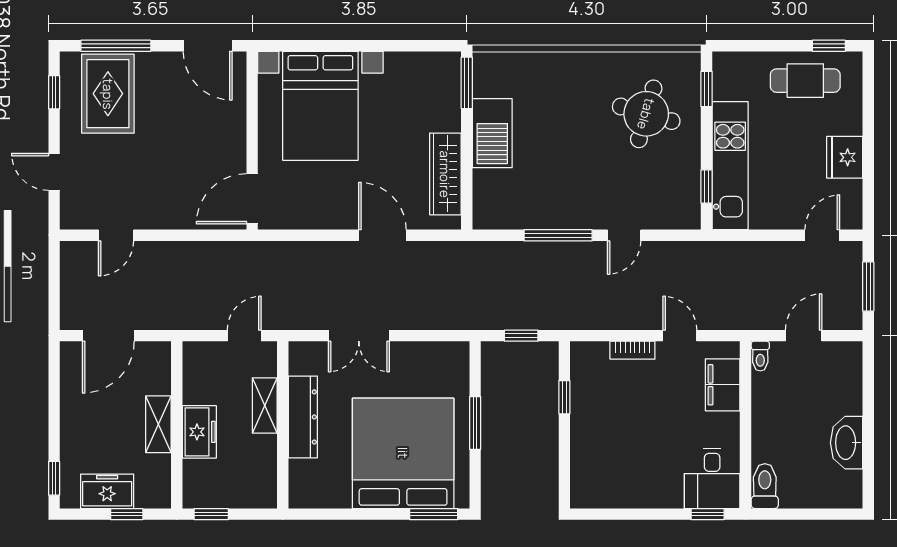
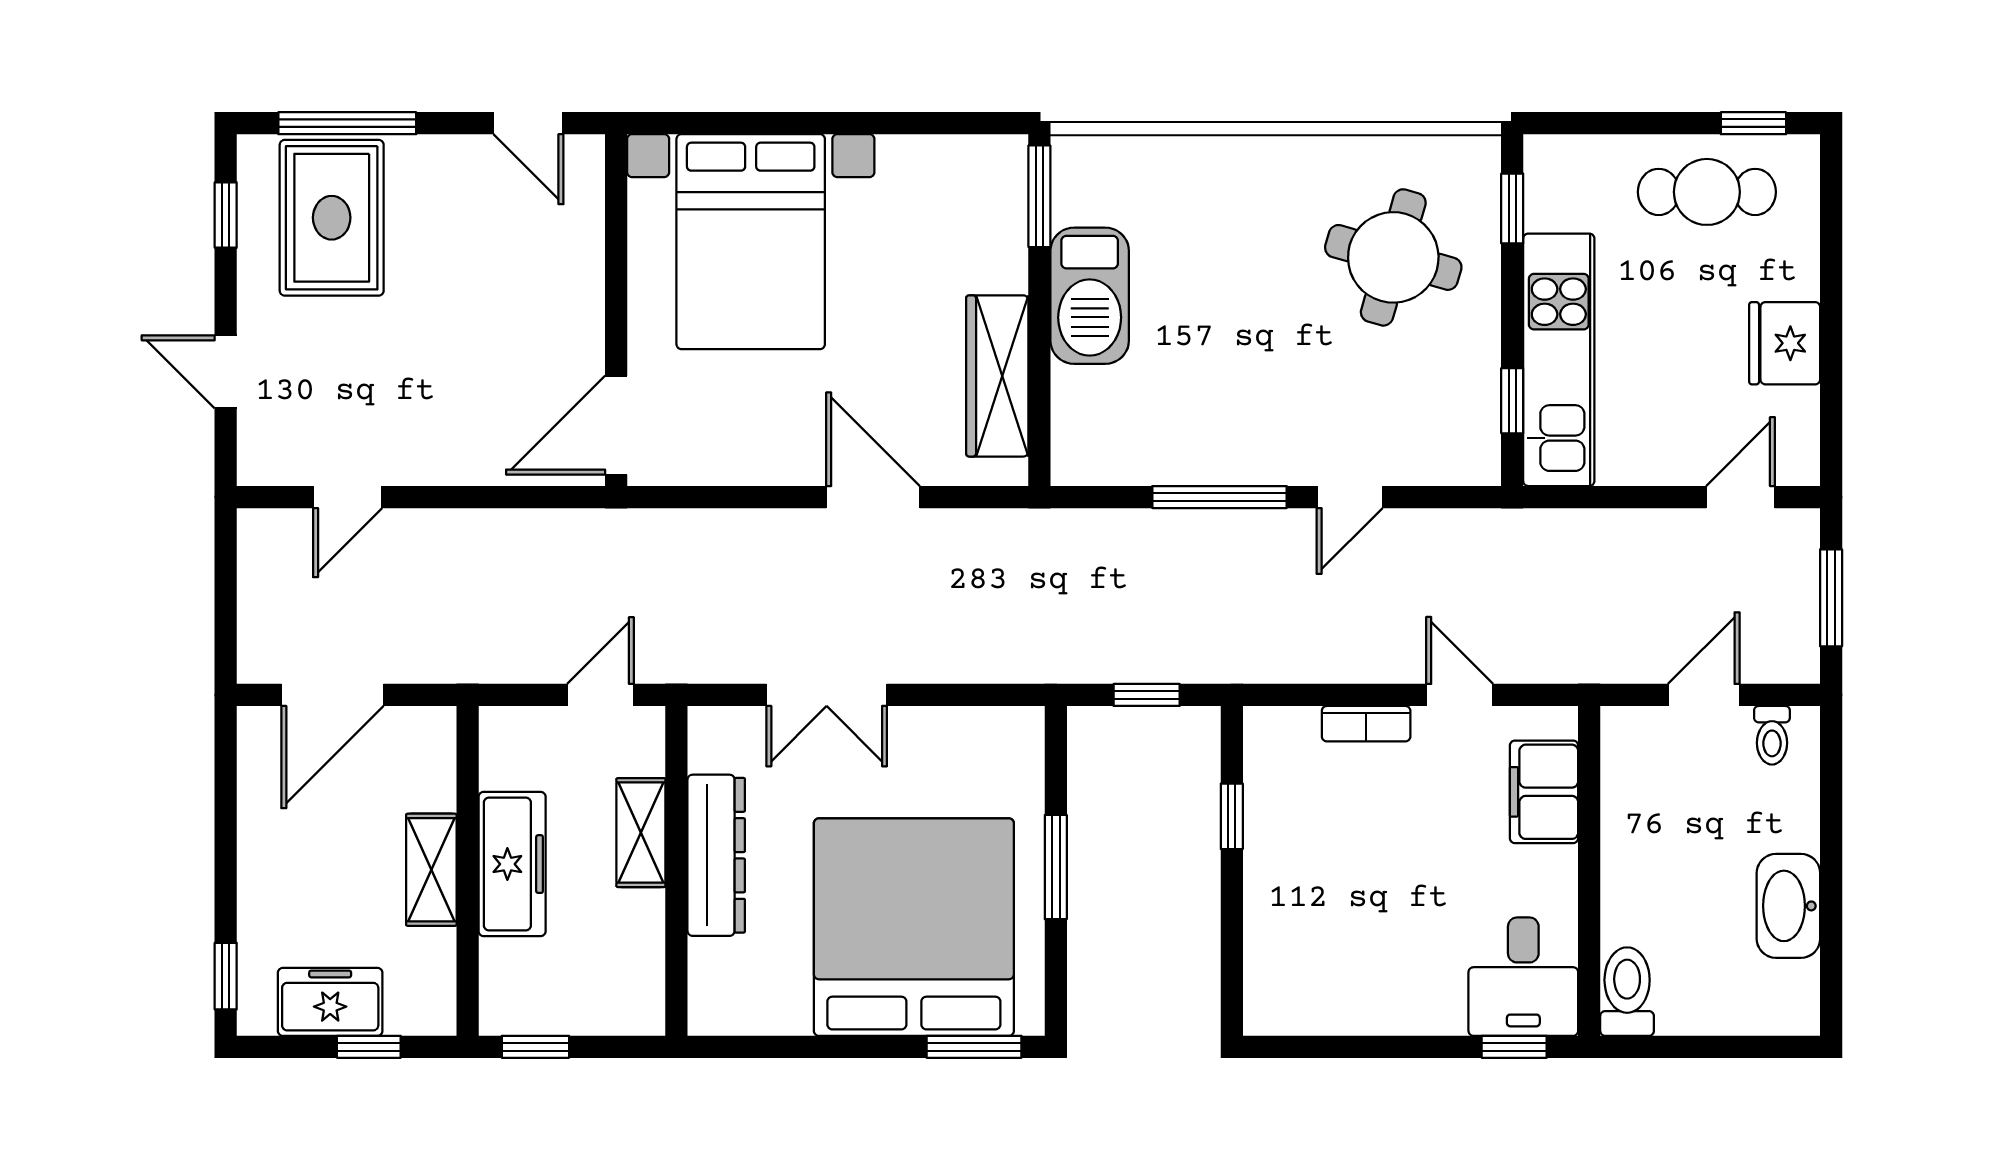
door: (208, 46) -> (528, 123), width x0.73
toilet: (760, 356) -> (1772, 735), moved
freezer: (199, 432) -> (512, 864), width x1.40

